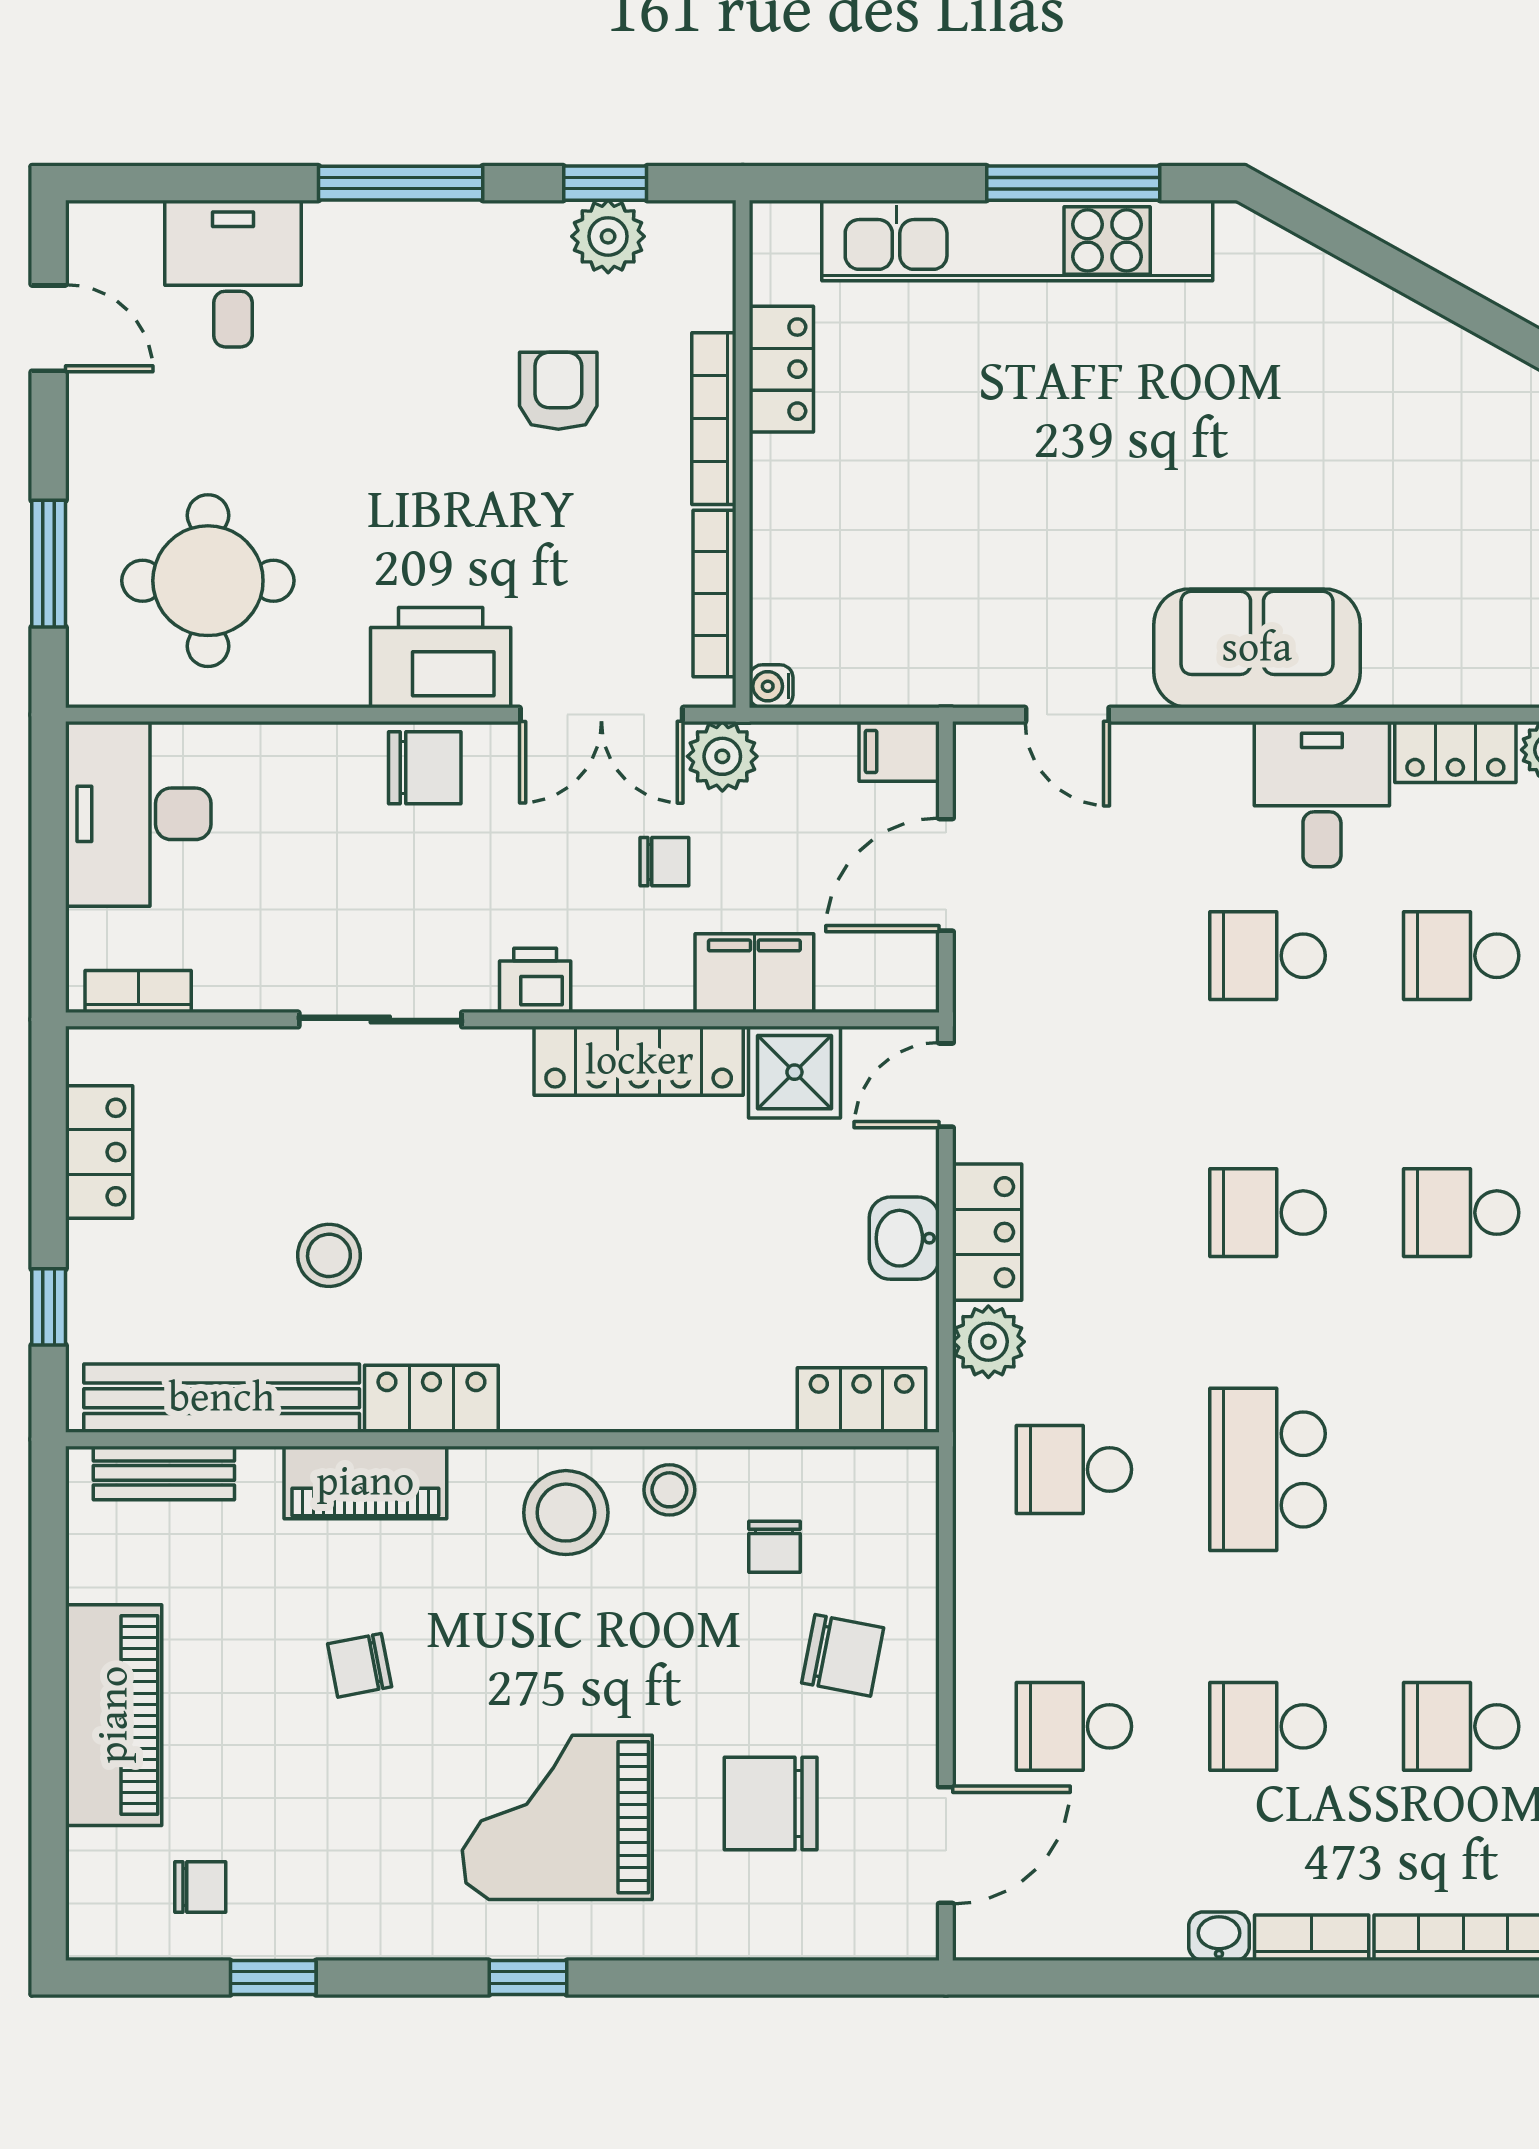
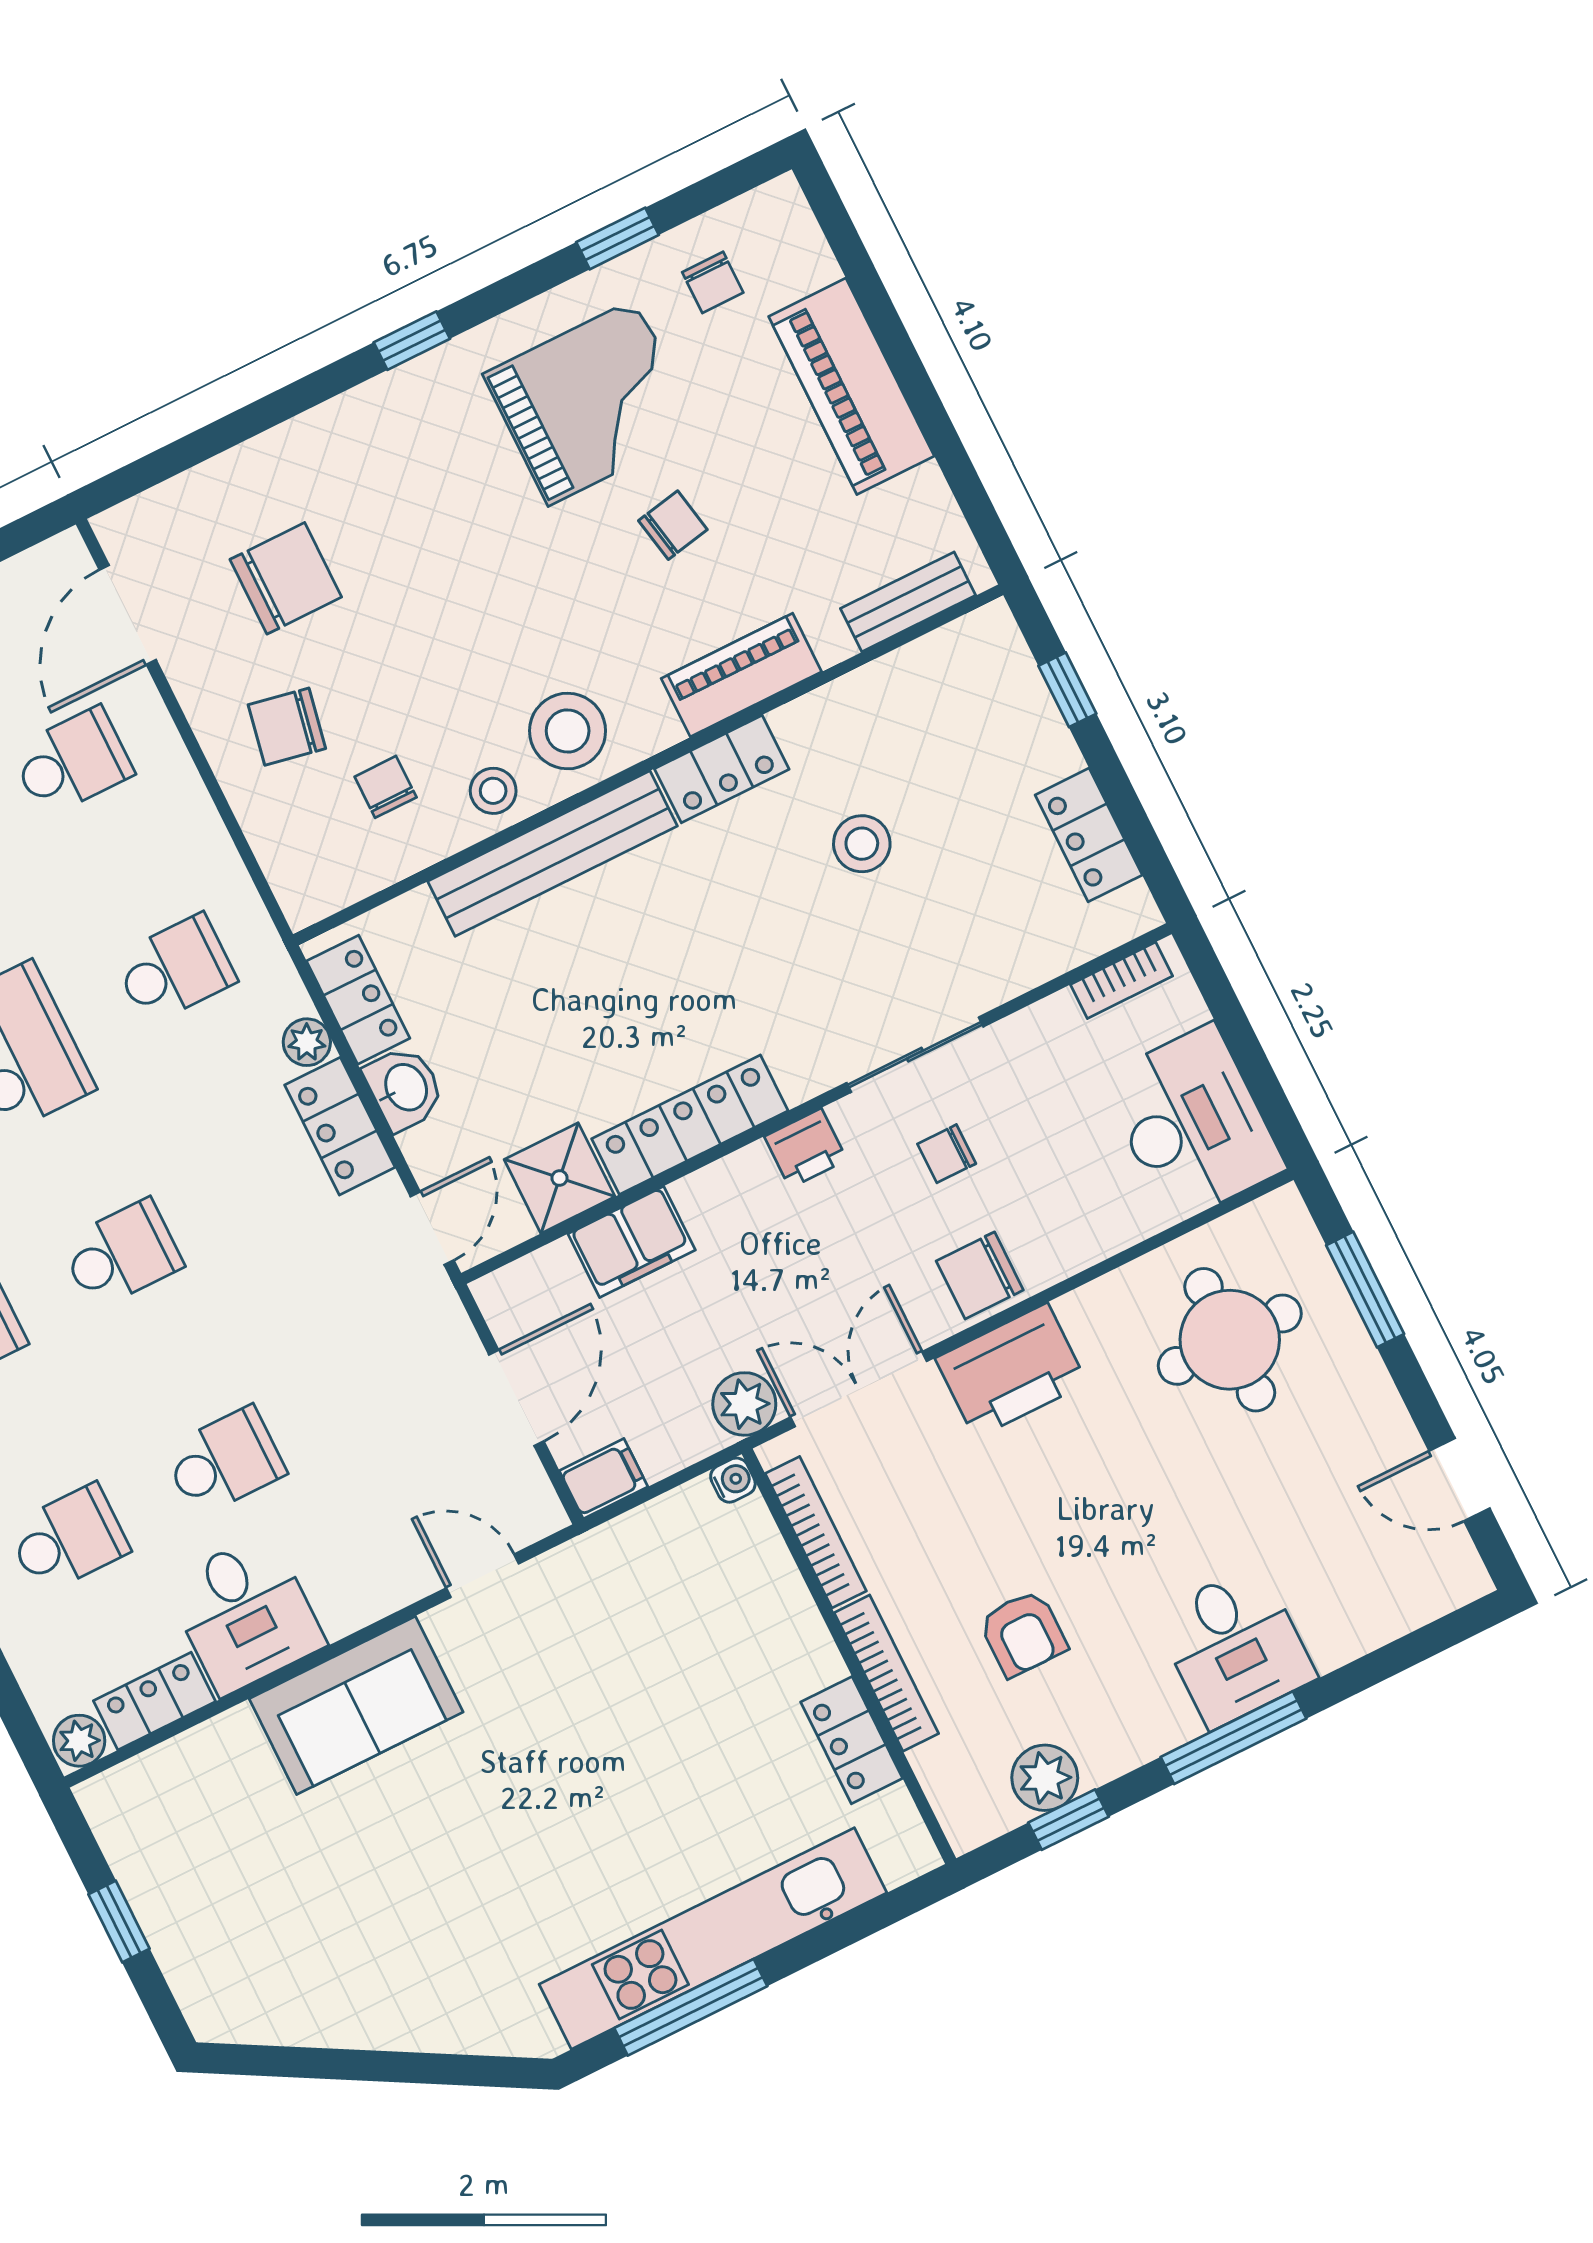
desk: (233, 274) -> (1235, 1646), moved
chair: (664, 862) -> (947, 1154), moved
plant: (988, 1342) -> (307, 1042), width x0.73, depth x0.73
bench: (222, 1398) -> (553, 854), moved
locker: (862, 1400) -> (358, 1000), moved, turned -90
grand piano: (557, 1817) -> (592, 402), moved
chair: (200, 1887) -> (713, 282), turned -90

